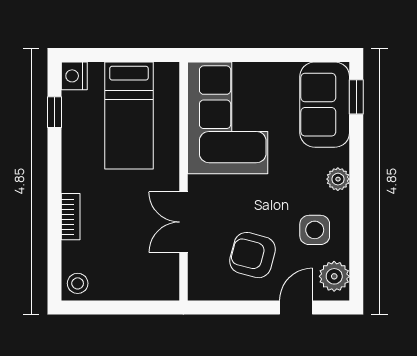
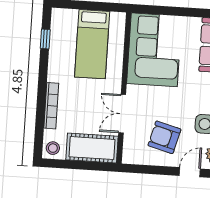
nightstand: (74, 76) -> (59, 17), removed
bookcase: (71, 217) -> (51, 106), width x1.56
cot: (139, 279) -> (92, 148), added

